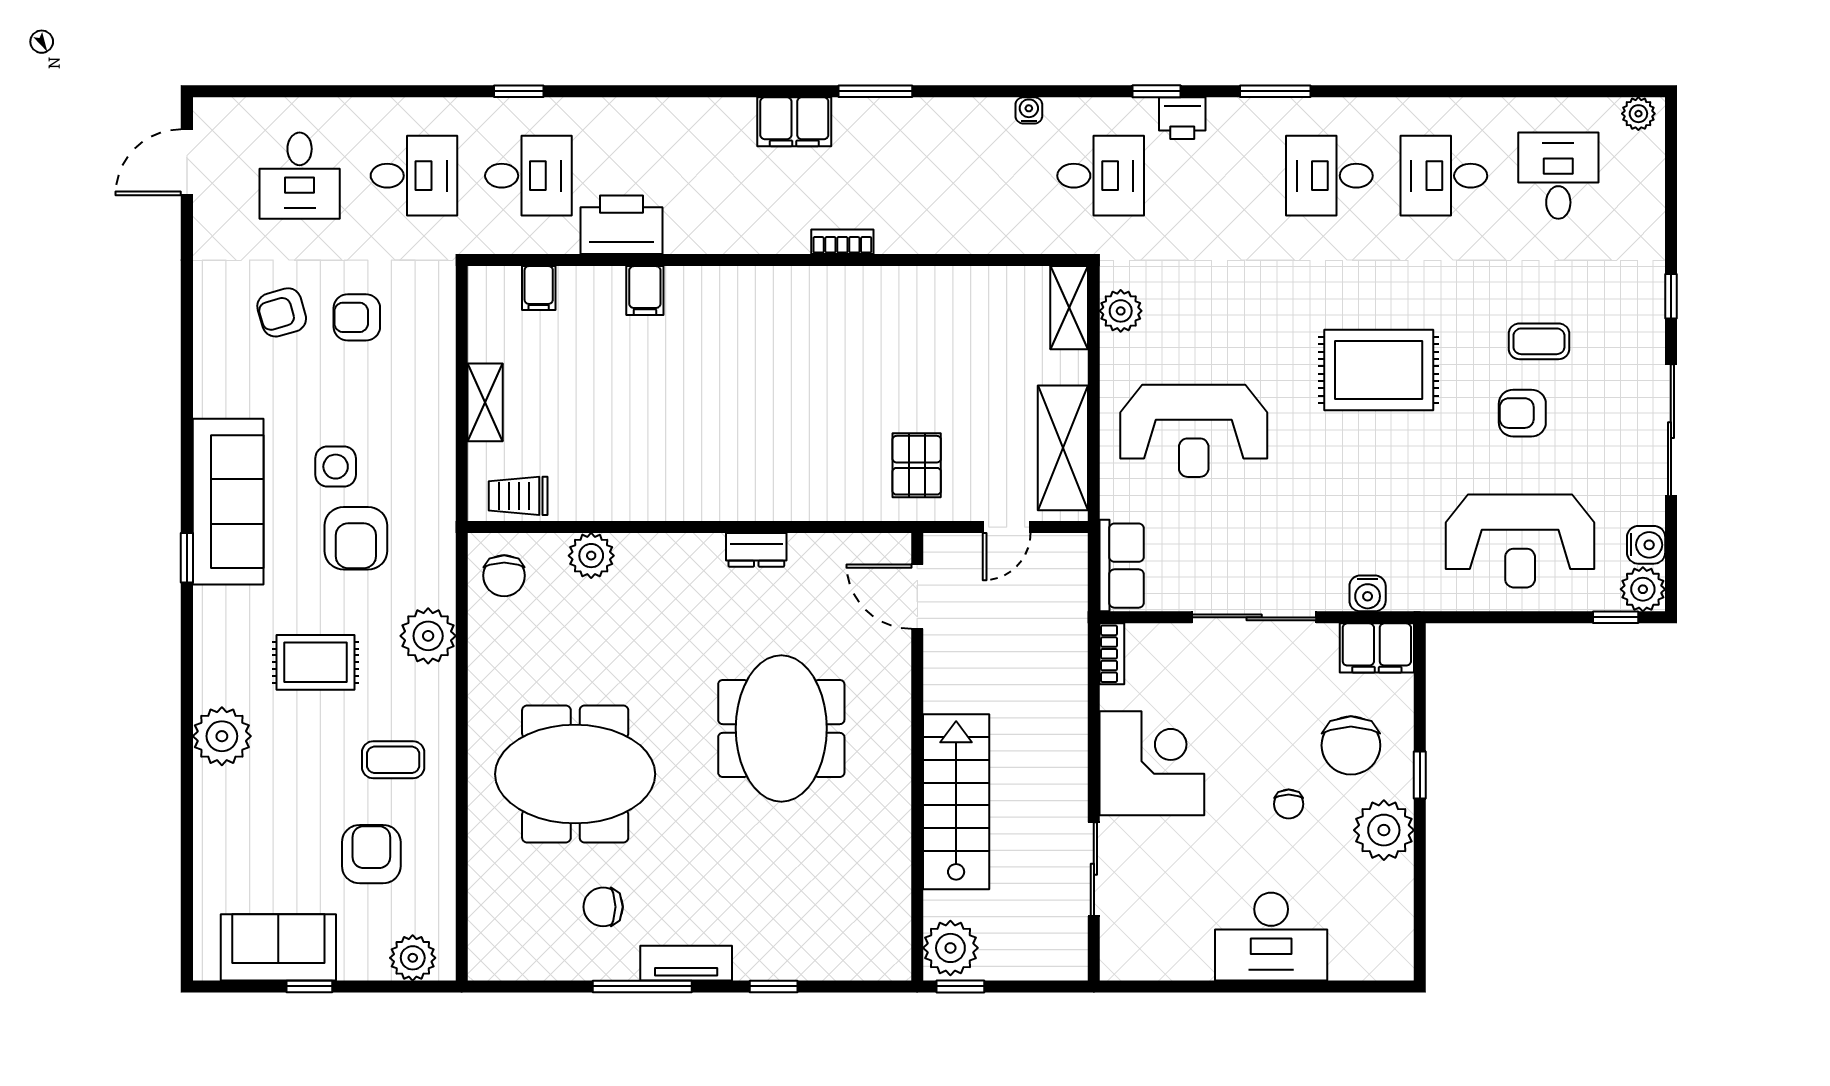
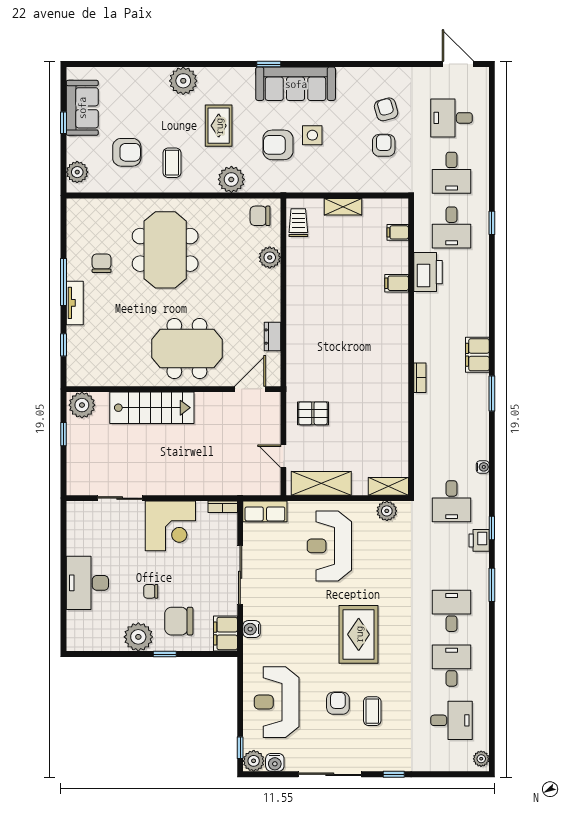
door: (917, 597) -> (250, 389), moved
wall: (917, 757) -> (173, 389), moved
stairs: (956, 802) -> (152, 408), moved
plant: (950, 948) -> (82, 405), moved

